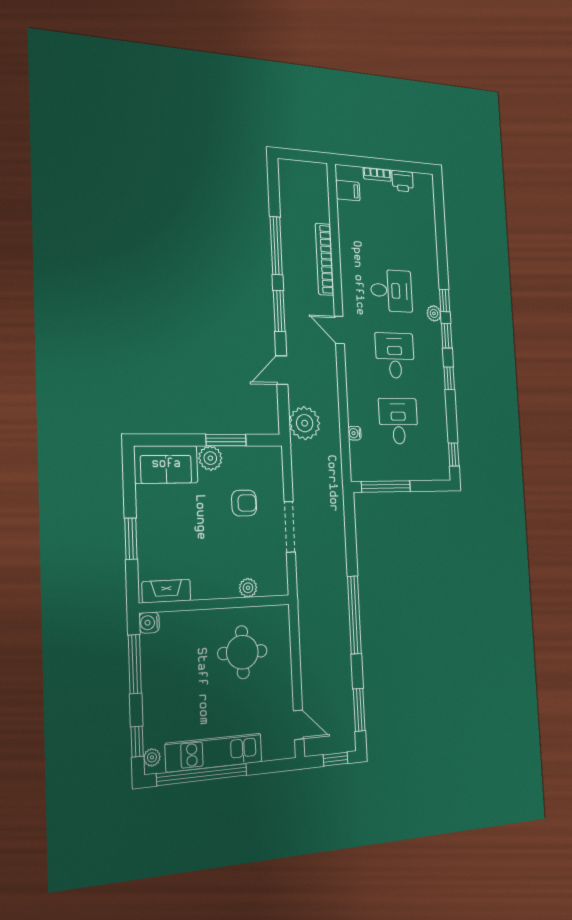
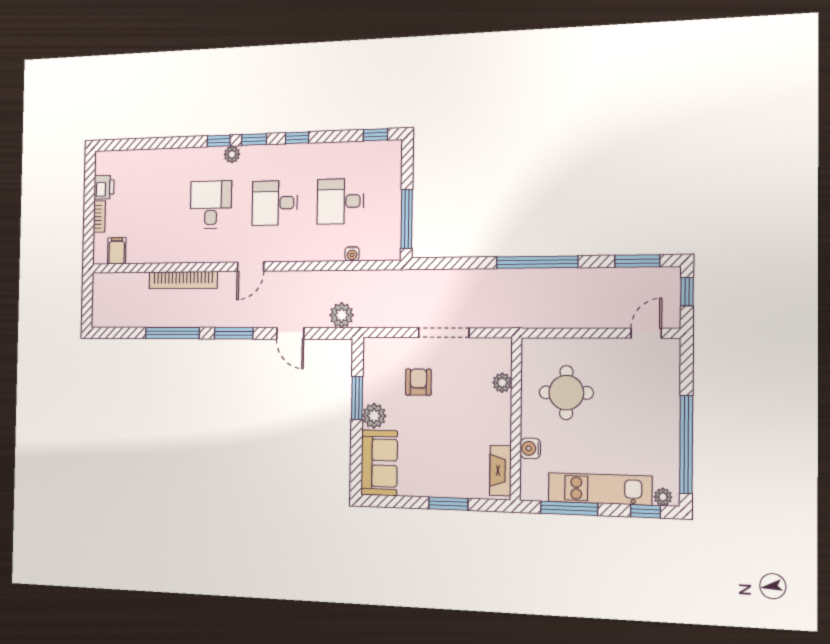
plant: (305, 423) -> (342, 315), width x0.73, depth x0.73
water cooler: (149, 623) -> (530, 448), moved, turned 90
kitchen unit: (214, 753) -> (600, 489), moved, turned 90

